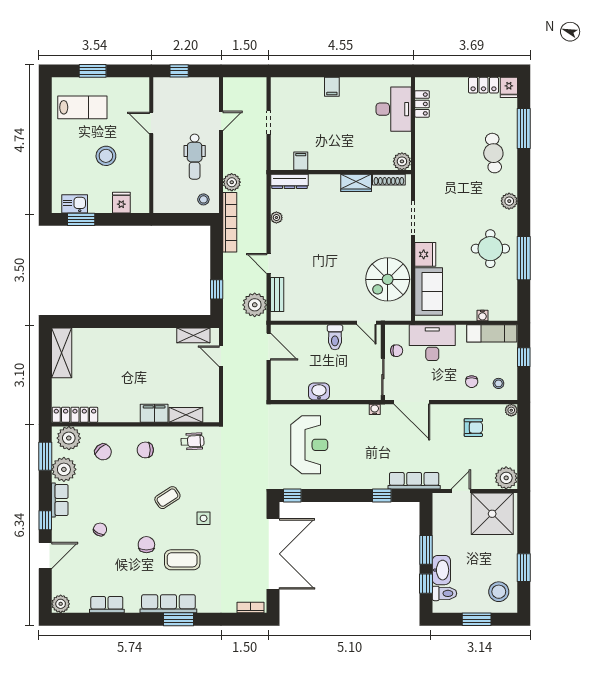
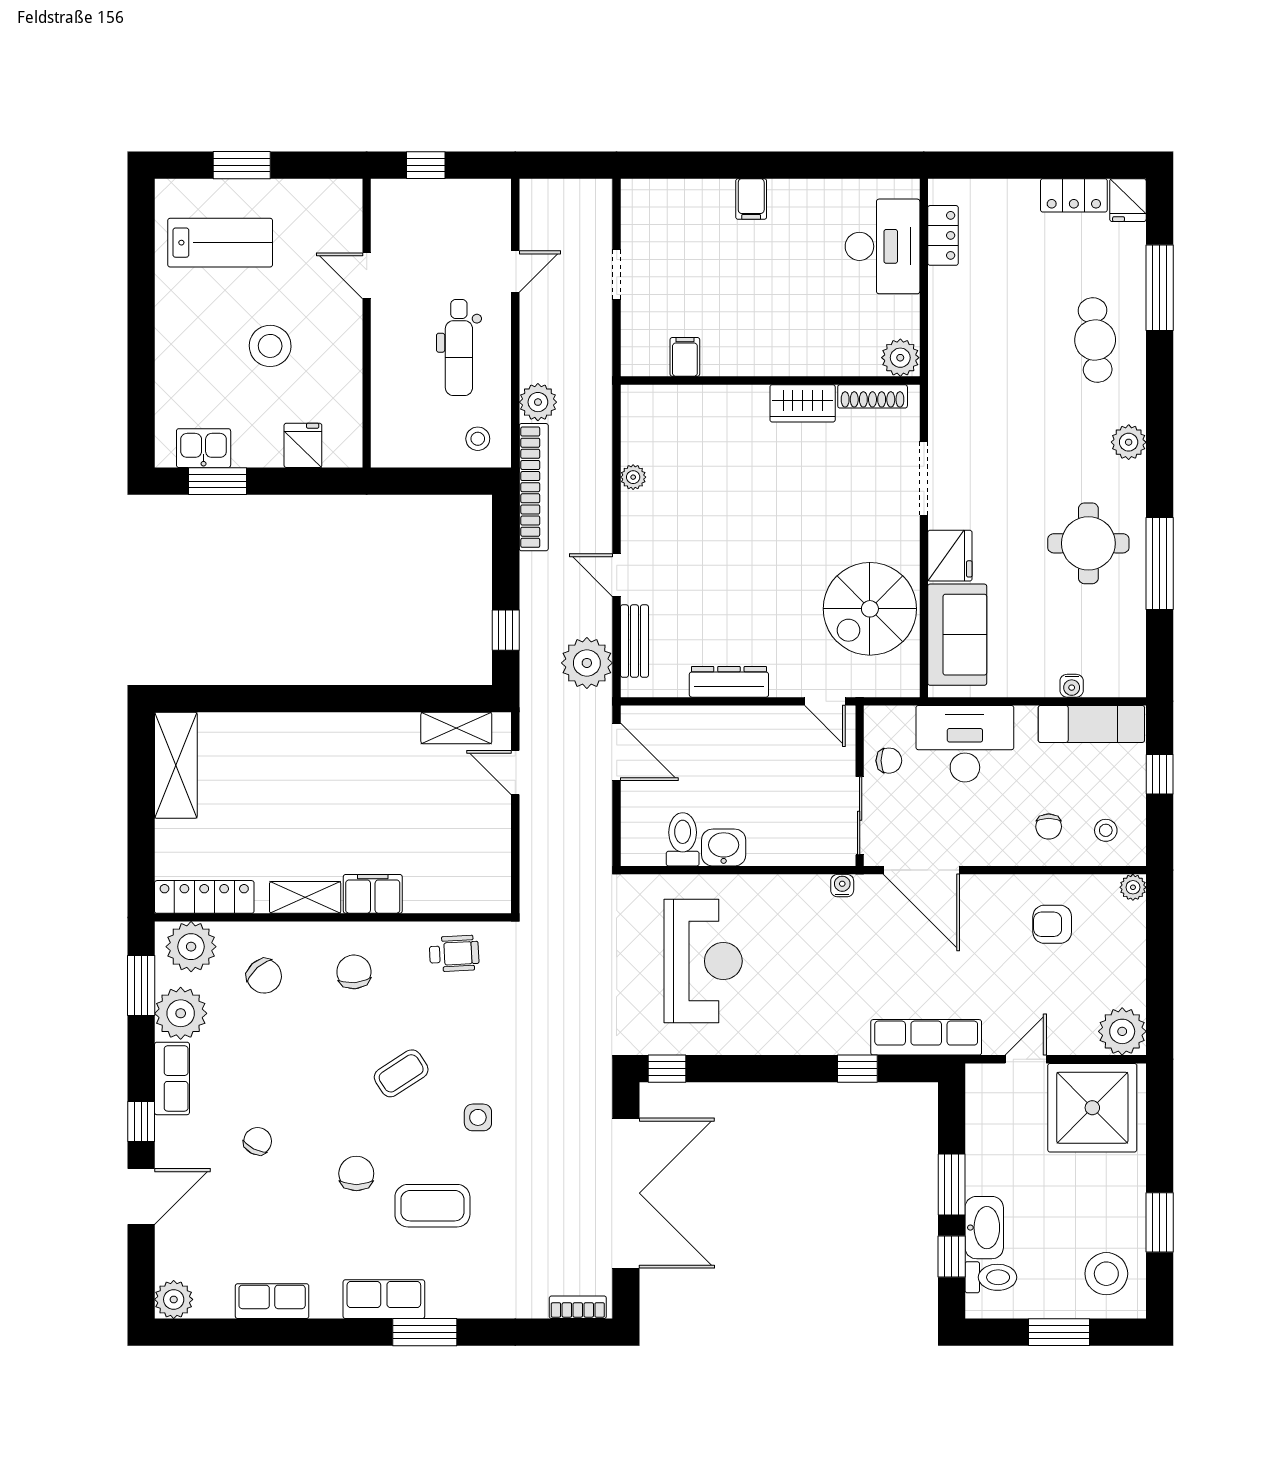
dresser: (290, 181) -> (729, 682), moved, turned 180
toilet: (335, 337) -> (683, 839), moved, turned 180
shelving: (186, 415) -> (305, 897), moved
armchair: (473, 428) -> (1052, 924), turned 180
chair: (145, 450) -> (354, 972), turned 85
row of seats: (168, 604) -> (384, 1299), width x0.68

